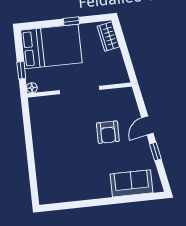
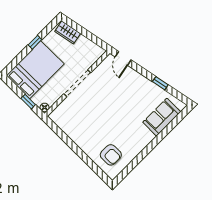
door: (147, 126) -> (123, 58), moved
armchair: (108, 132) -> (111, 155), moved

